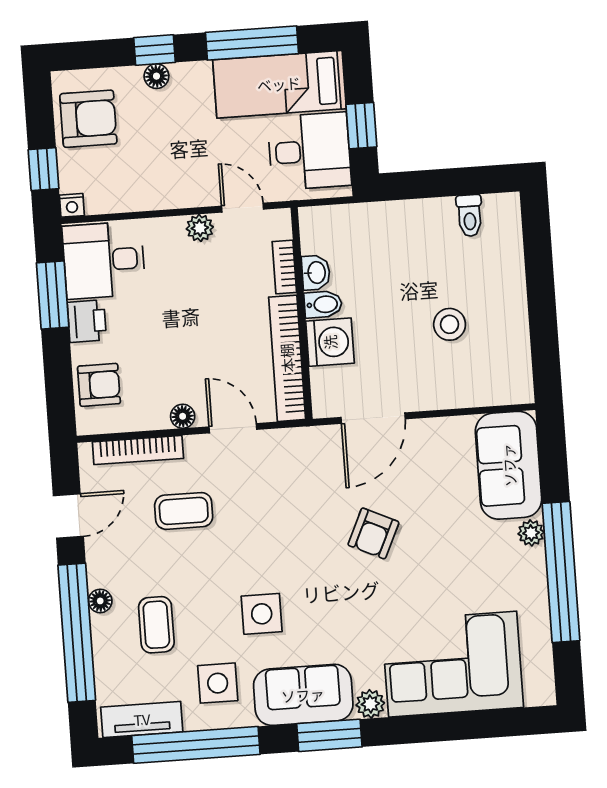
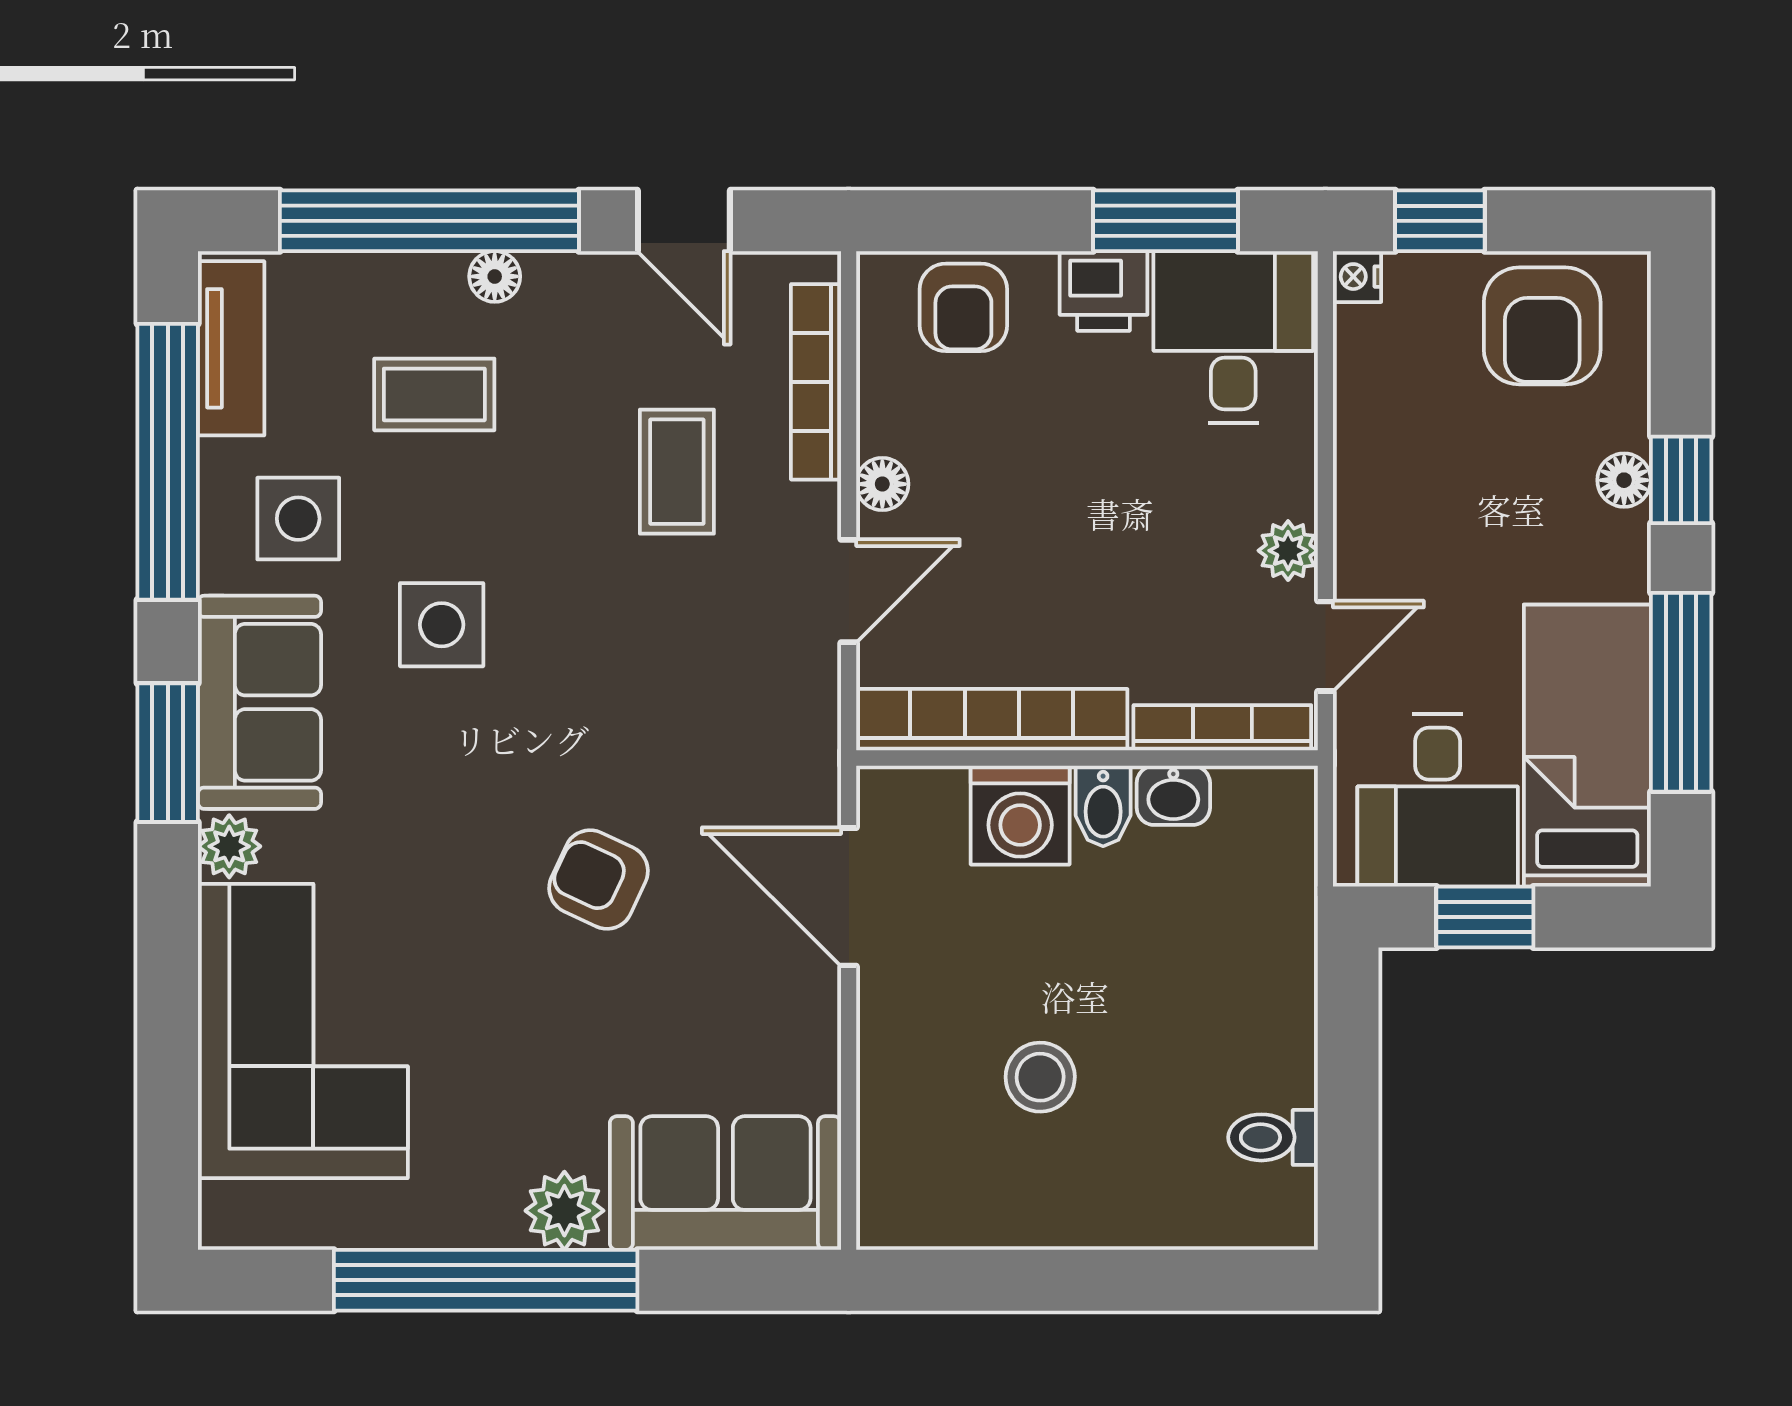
bookcase: (284, 267) -> (1222, 728), width x1.56
plant: (531, 533) -> (564, 1211), width x1.38, depth x1.38

